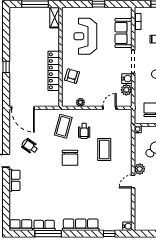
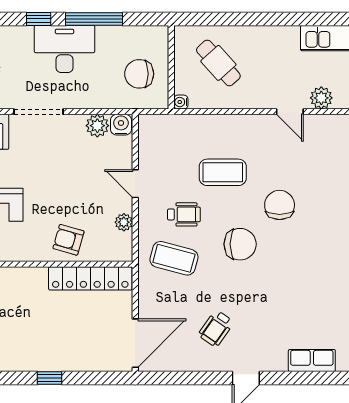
locker: (54, 71) -> (90, 278), moved
water cooler: (127, 79) -> (121, 125), moved
door: (109, 108) -> (135, 184), moved
plant: (140, 169) -> (321, 98), moved
chair: (89, 177) -> (280, 205), added
row of seats: (15, 180) -> (312, 361), moved

